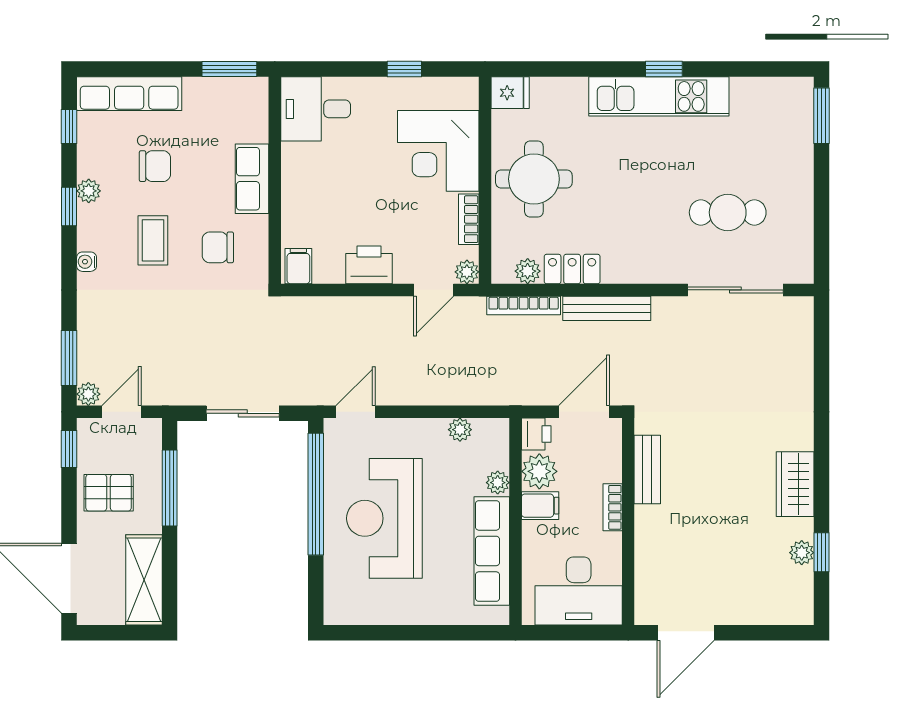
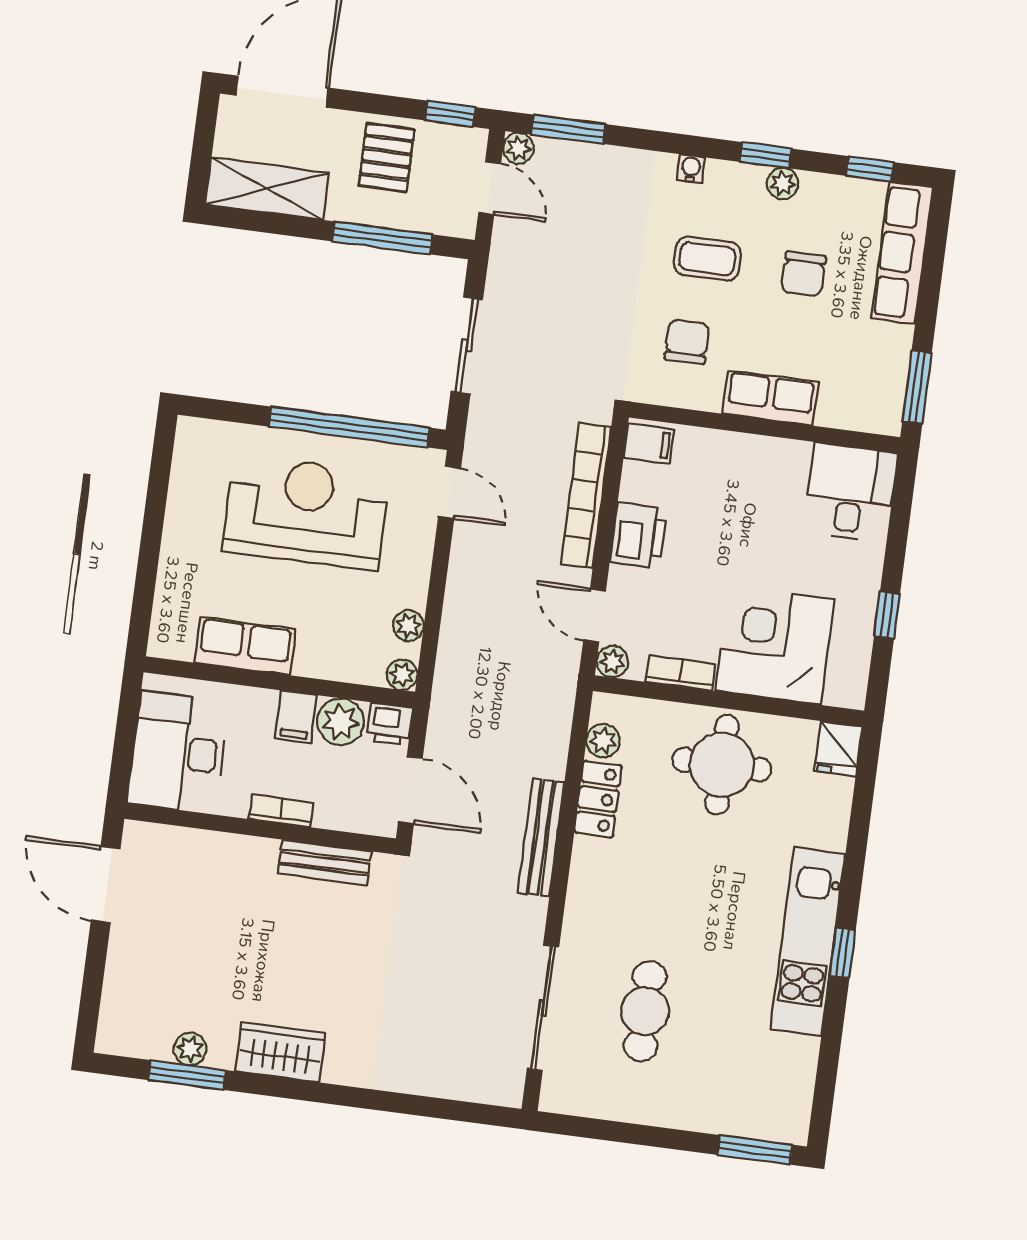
bookcase: (524, 305) -> (586, 496), moved, width x1.48, depth x1.31
plant: (498, 483) -> (402, 675), moved
row of seats: (492, 551) -> (245, 646), width x0.68
window: (822, 552) -> (187, 1075), width x1.50

